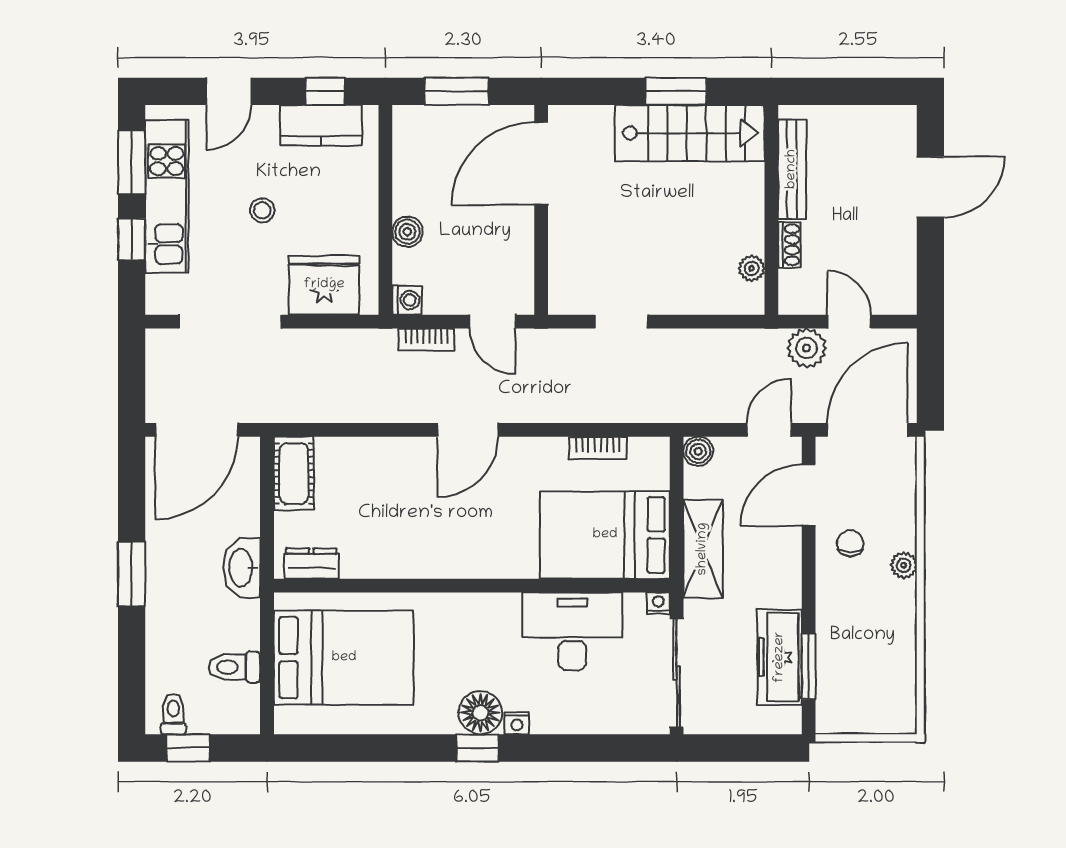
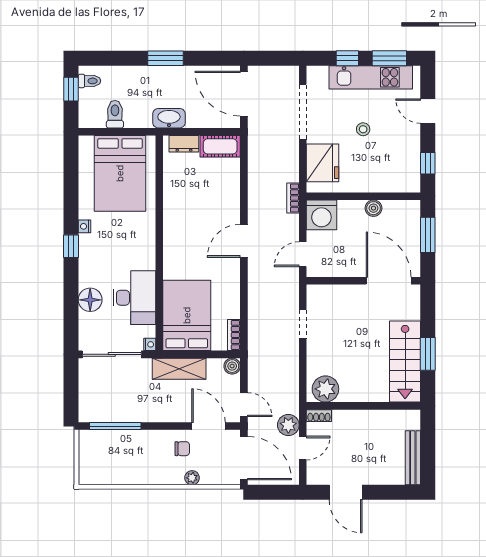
kitchen counter: (321, 125) -> (409, 161), removed
bench: (792, 169) -> (413, 458), moved, turned 90
door: (930, 187) -> (346, 492), moved
boiler: (407, 232) -> (373, 208), moved
shoe rack: (789, 245) -> (319, 416), moved
plant: (752, 268) -> (325, 389), width x1.87, depth x1.87
washing machine: (407, 300) -> (321, 215), width x1.89, depth x1.89
bookcase: (426, 339) -> (293, 198), moved
door: (468, 430) -> (244, 241), hinge flipped
bookcase: (598, 448) -> (234, 335), moved
dresser: (311, 564) -> (184, 144), moved, turned 90
plant: (904, 565) -> (192, 478), moved
freezer: (780, 657) -> (120, 410), removed
window: (809, 667) -> (115, 426), width x1.44
floor lamp: (480, 713) -> (90, 300), moved
nightstand: (517, 723) -> (84, 226), moved

